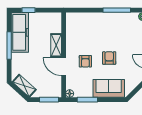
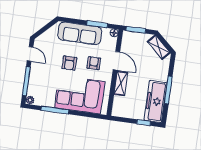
corner sofa: (95, 29) -> (80, 95), added
sofa: (109, 88) -> (80, 33), width x1.36

